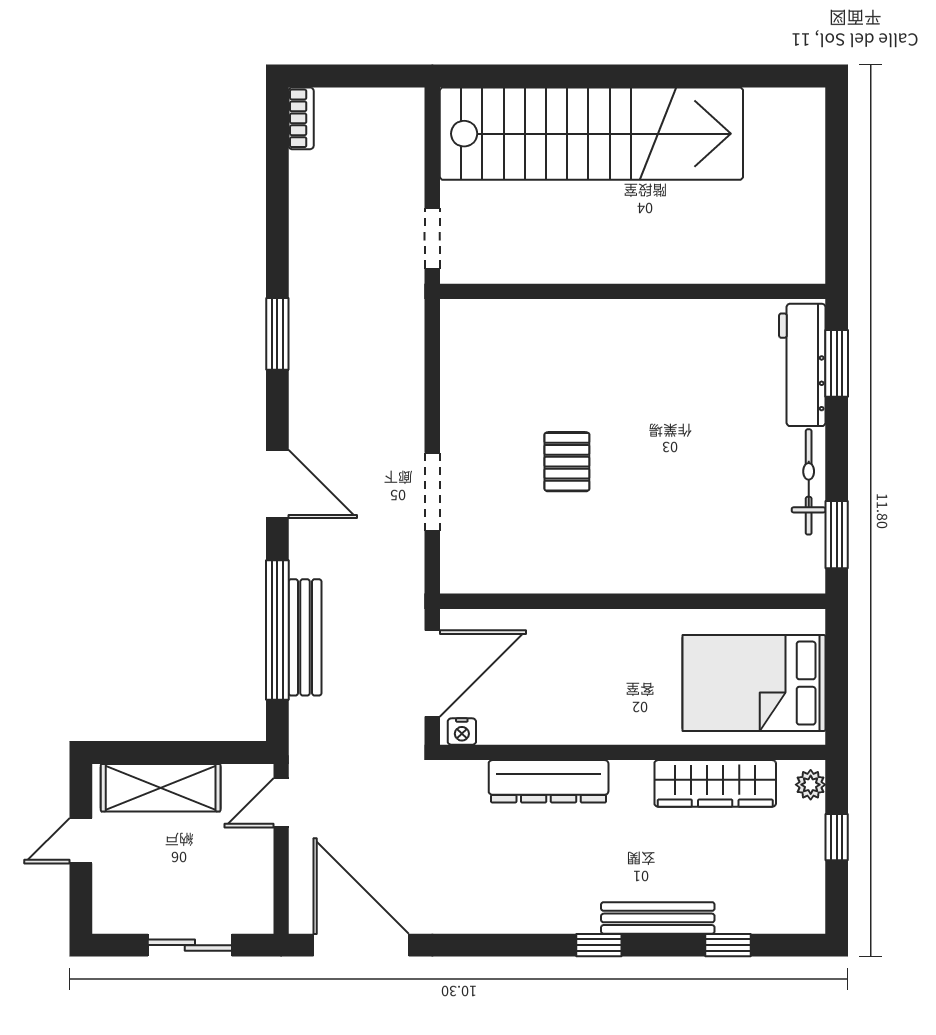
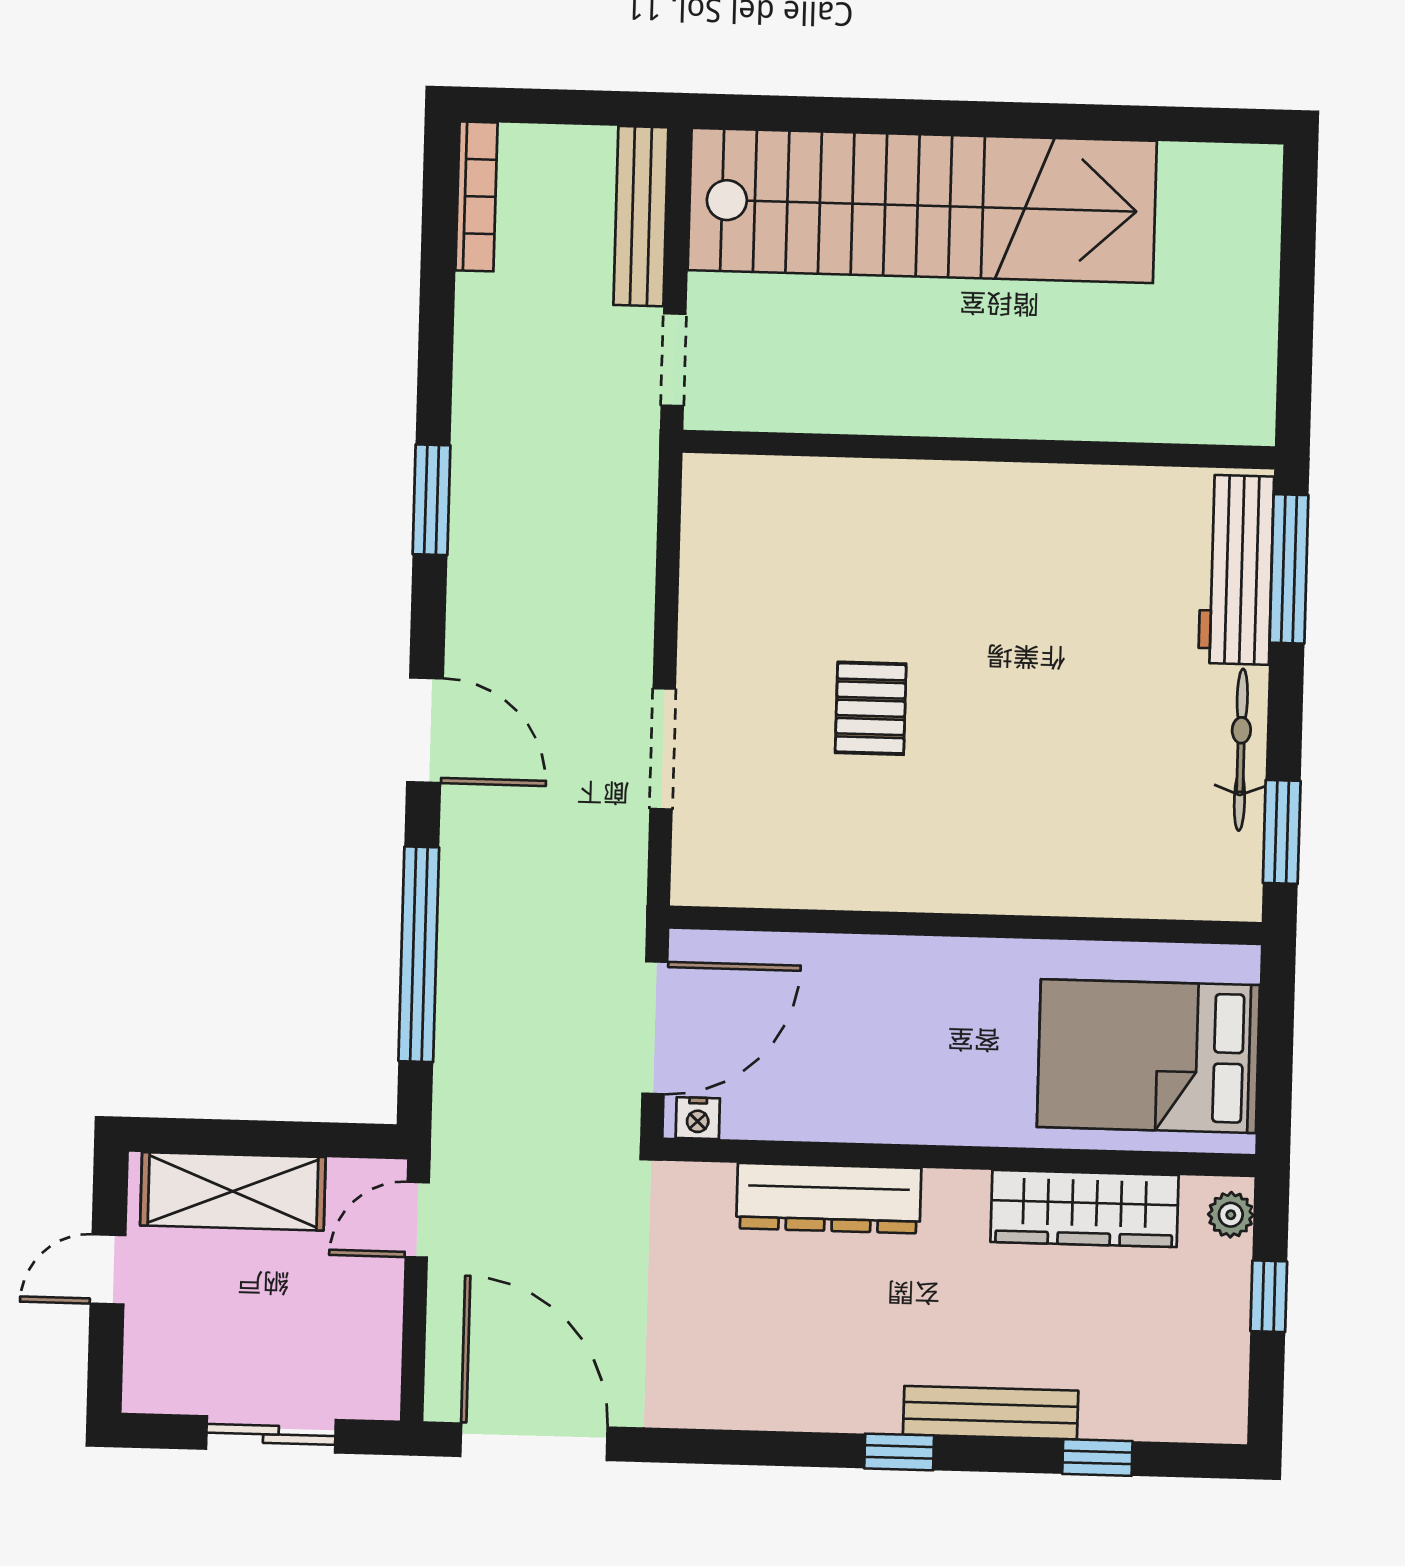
bookcase: (301, 118) -> (476, 196), width x1.56
window: (837, 363) -> (1289, 569), width x1.44
bench: (305, 637) -> (641, 216), moved

